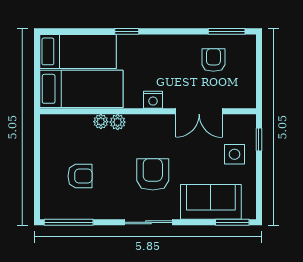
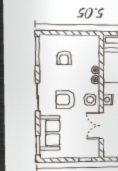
side table: (235, 154) -> (90, 100), moved
armchair: (153, 174) -> (65, 100), turned 180

